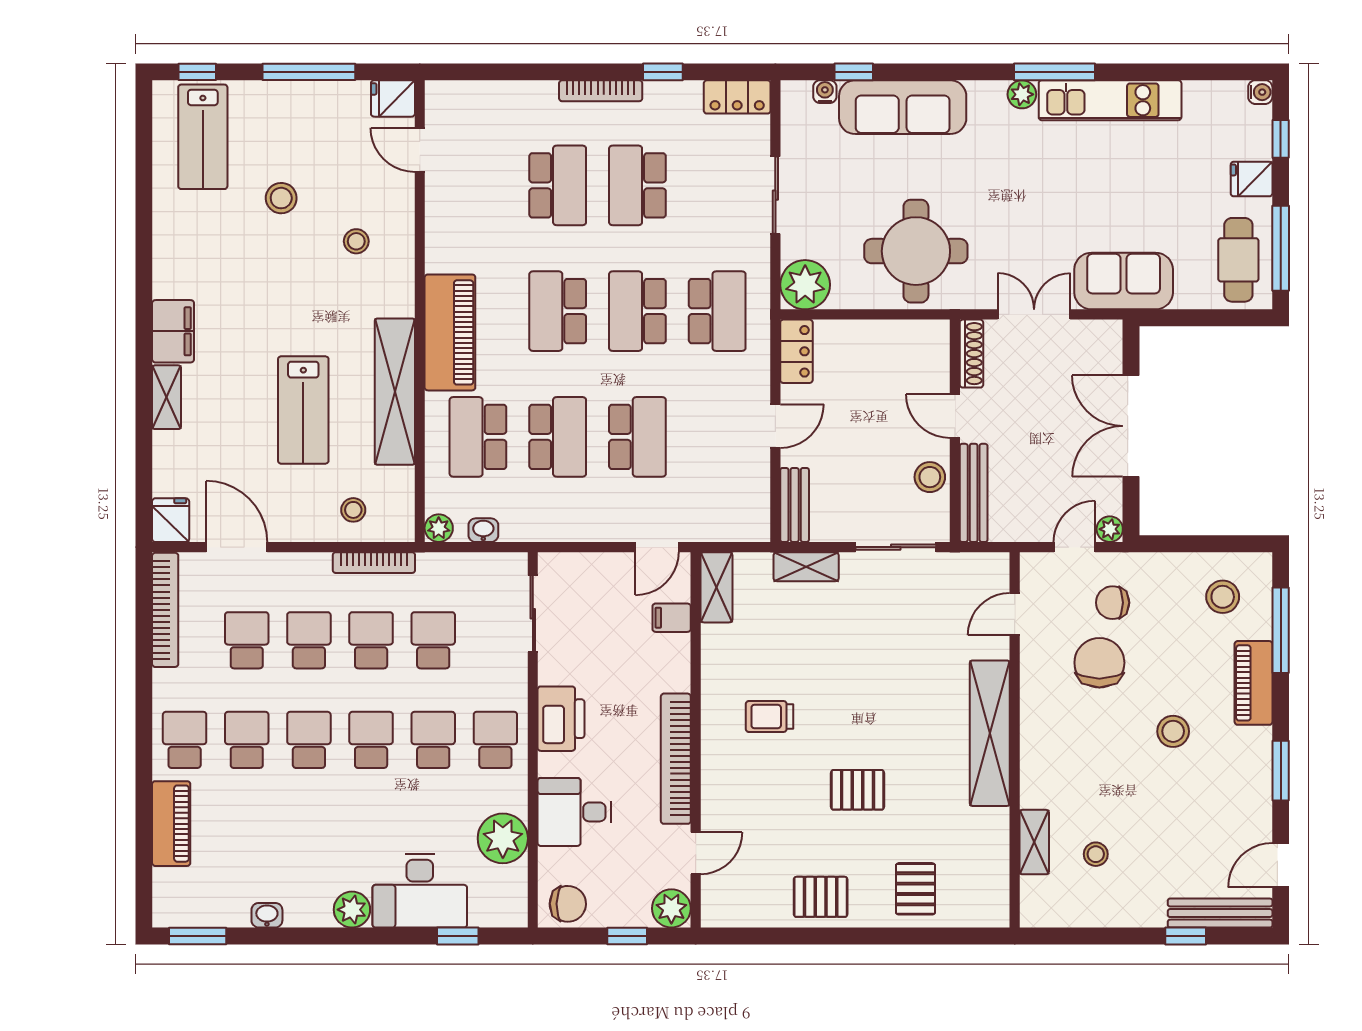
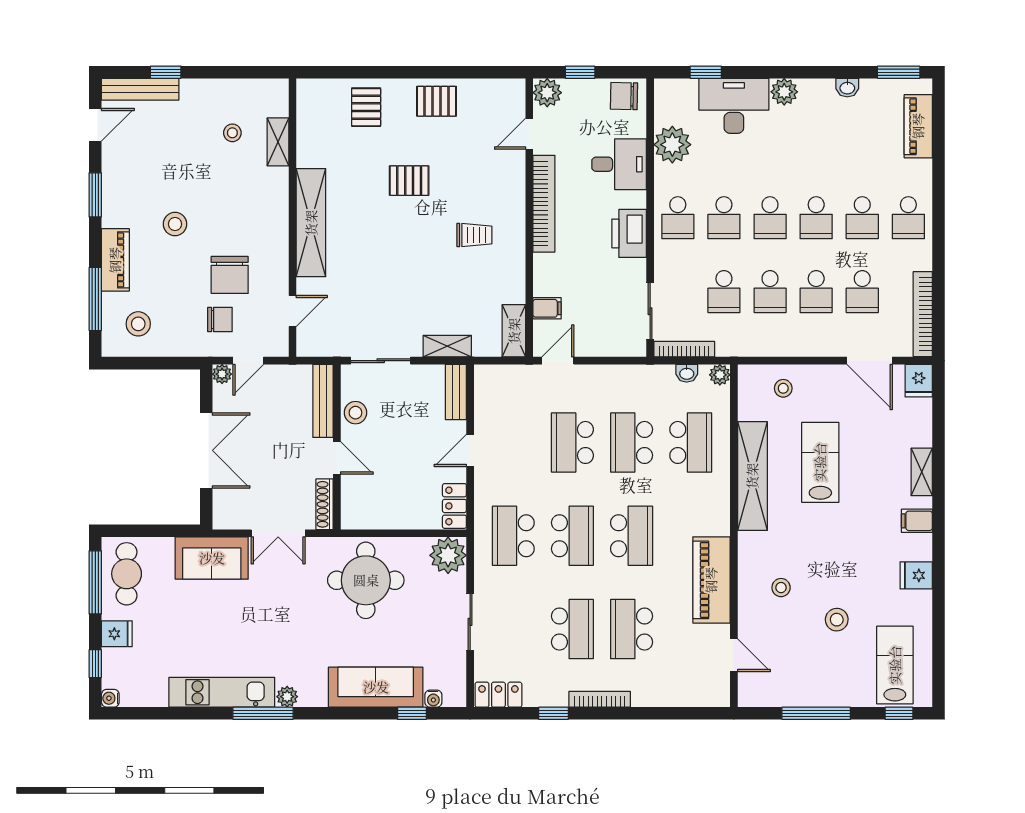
fridge: (393, 98) -> (916, 575), moved, turned 180
filing cabinet: (173, 331) -> (917, 521), width x0.50
piano: (450, 332) -> (711, 580), moved
bookcase: (374, 563) -> (684, 349), moved
piano: (171, 824) -> (918, 126), moved

